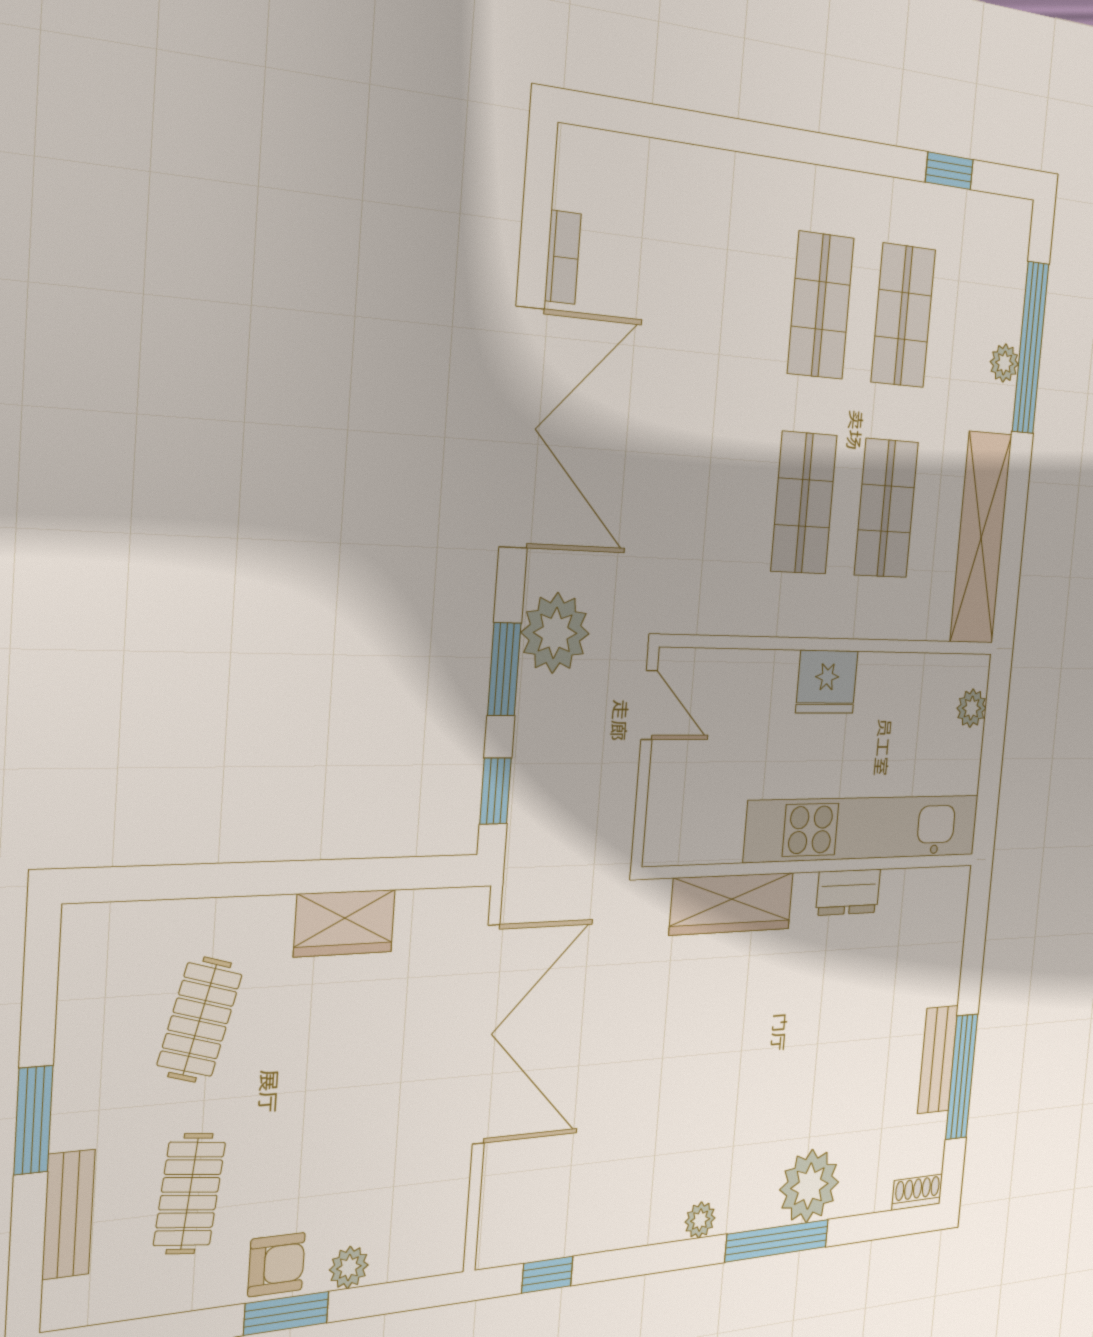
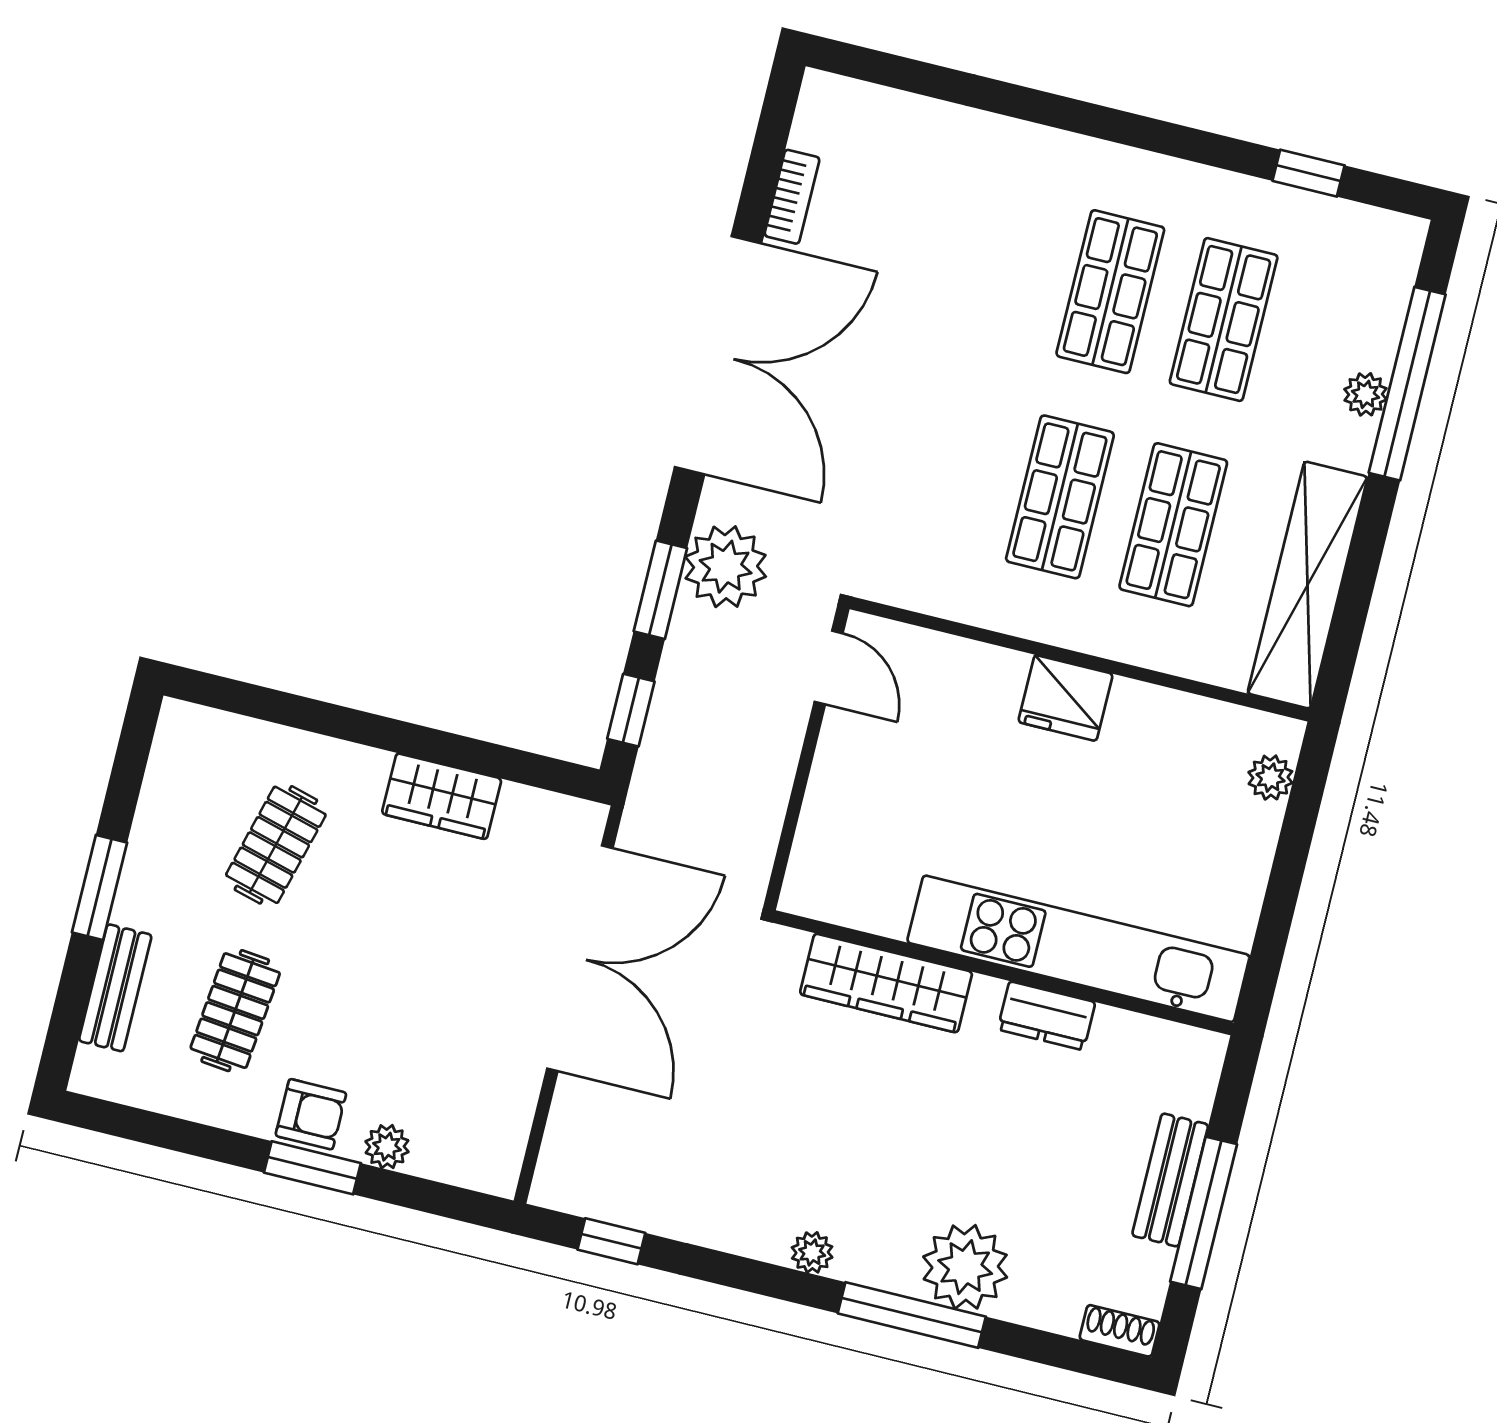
kitchen unit: (864, 828) -> (1078, 949), moved
wall: (814, 866) -> (1003, 973), moved
dresser: (848, 892) -> (1046, 1016), moved
wardrobe: (732, 904) -> (886, 983), moved

